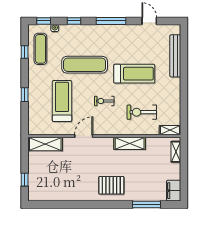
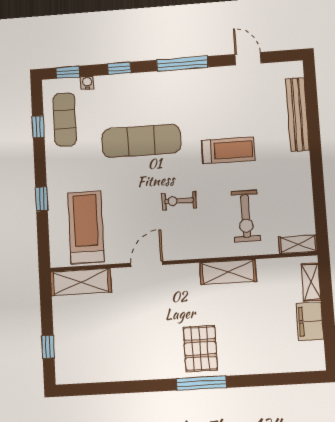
treadmill: (134, 74) -> (228, 150), width x0.73, depth x0.73
treadmill: (62, 101) -> (86, 227), moved
exercise bike: (142, 112) -> (246, 216), turned -90
pallet: (111, 185) -> (200, 348), turned 90
filing cabinet: (174, 191) -> (310, 321), moved
window: (147, 204) -> (201, 383), moved

